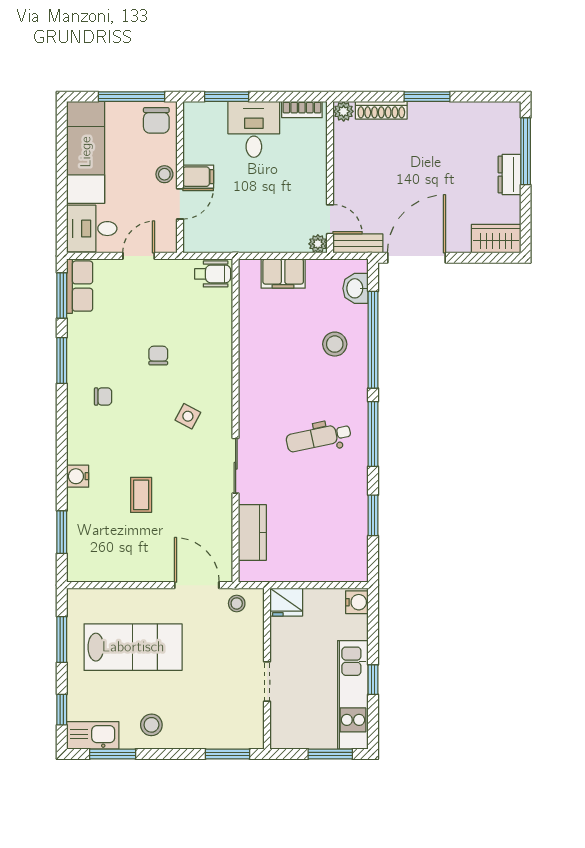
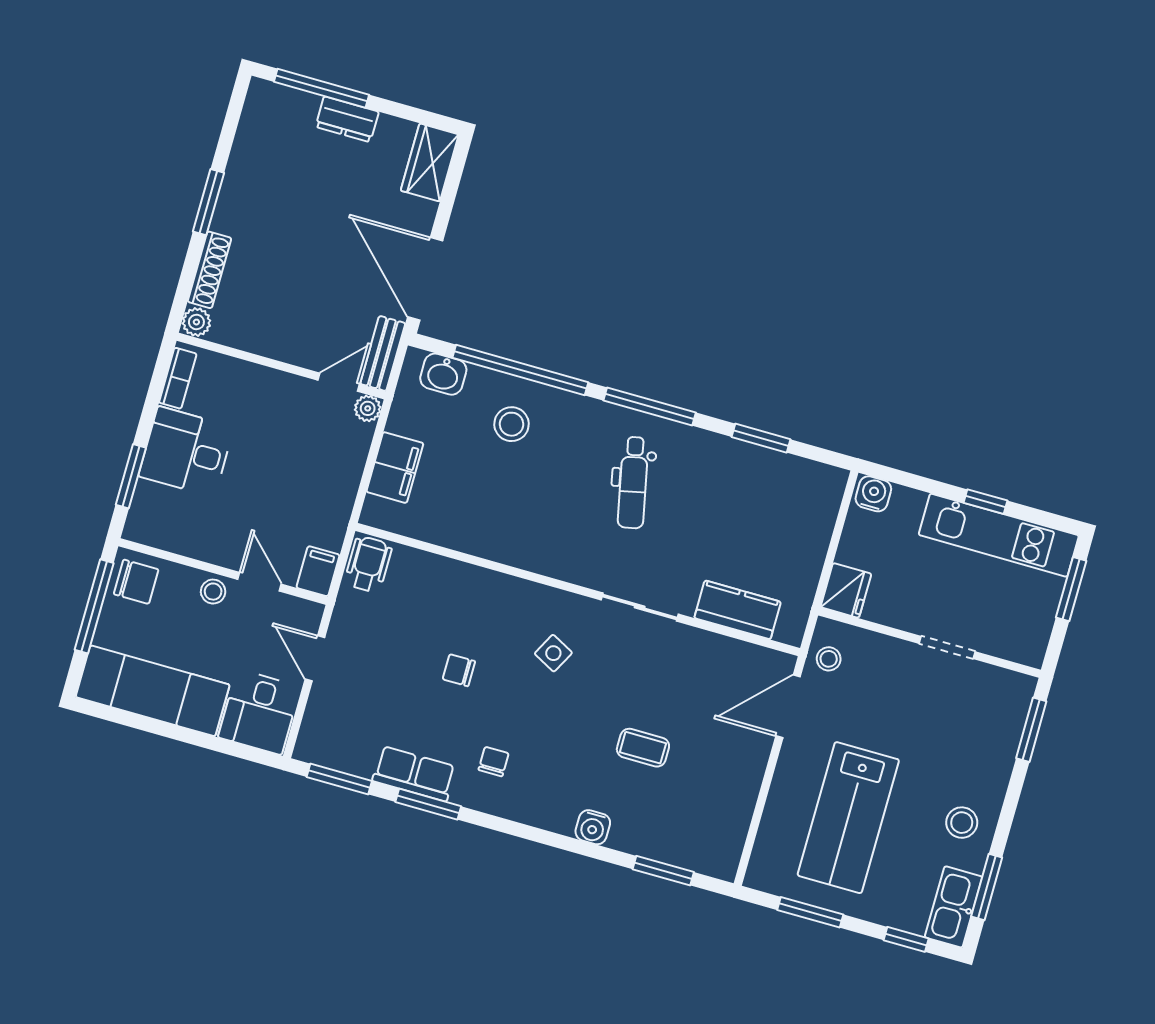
filing cabinet: (198, 177) -> (318, 571), moved
row of seats: (80, 286) -> (414, 774), moved
lab bench: (133, 647) -> (848, 818), turned 180

